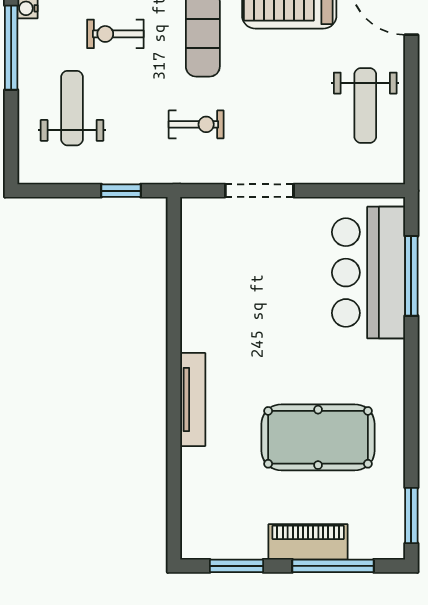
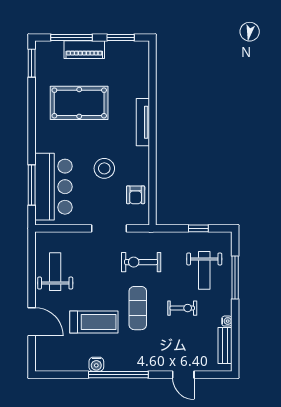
window: (11, 48) -> (235, 277), moved
exercise bike: (196, 124) -> (141, 262), width x1.38, depth x1.39
window: (121, 191) -> (198, 228), moved
armchair: (207, 257) -> (136, 195), added
stool: (269, 309) -> (104, 168), added

